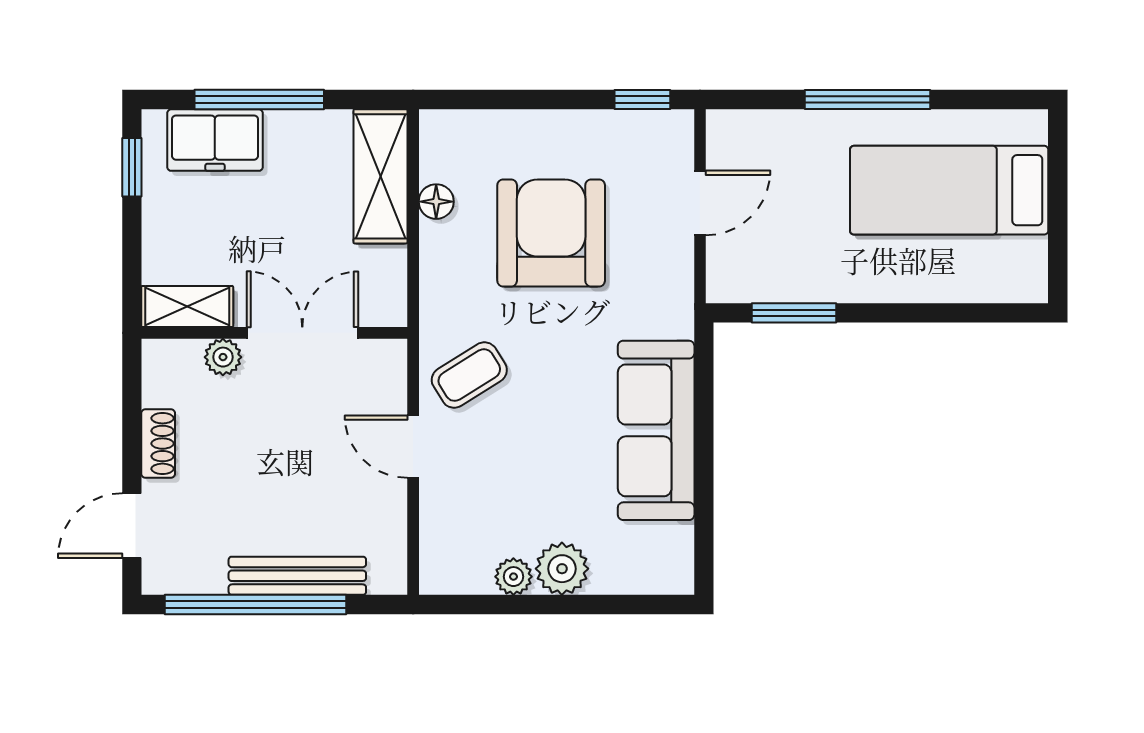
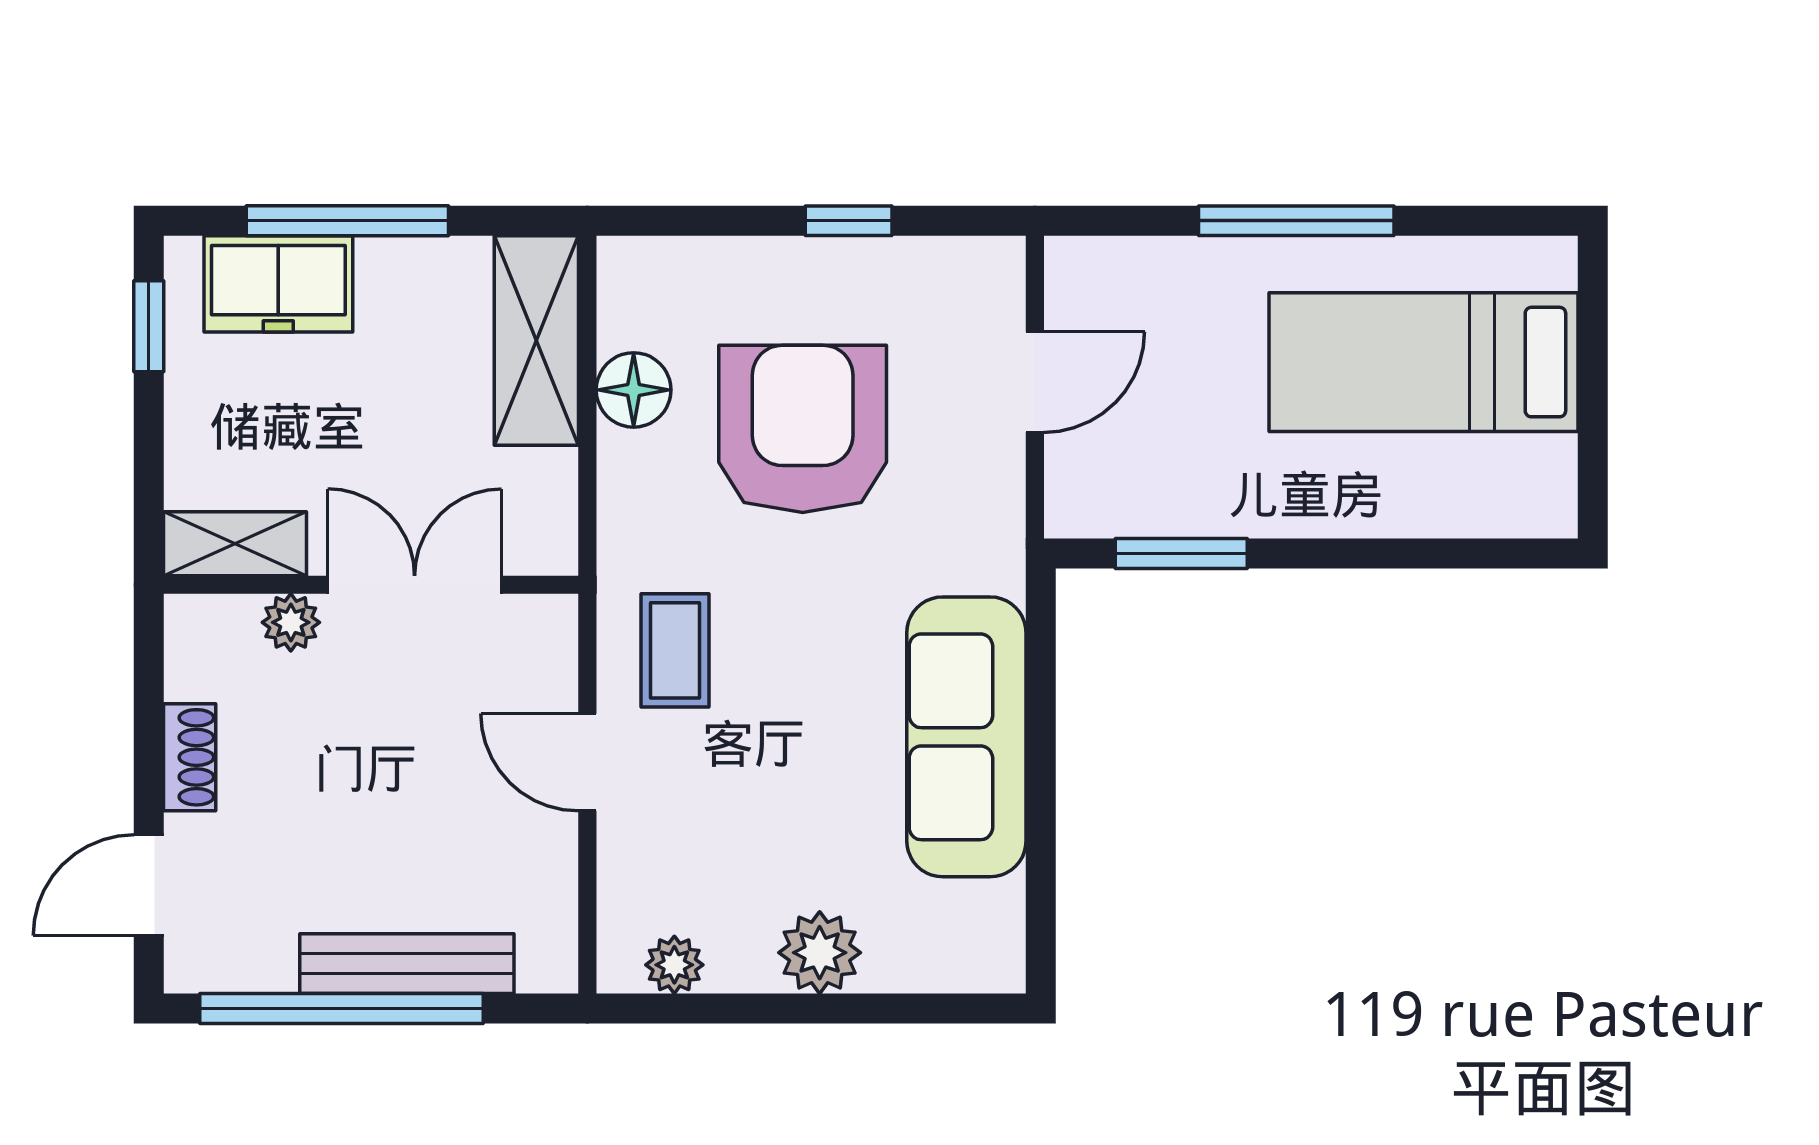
window: (642, 100) -> (849, 221), moved
floor lamp: (436, 202) -> (634, 390), width x1.37, depth x1.37
coffee table: (469, 375) -> (675, 650), turned -58
plant: (513, 577) -> (674, 965), moved

